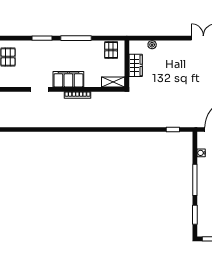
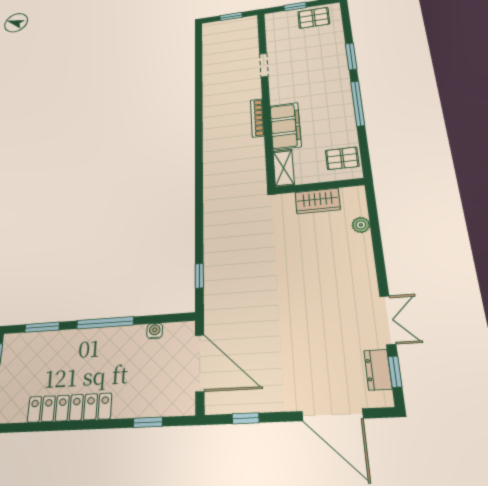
filing cabinet: (68, 79) -> (285, 126), moved

